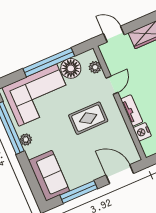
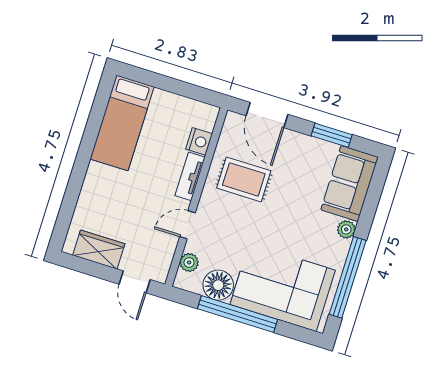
rug: (88, 118) -> (244, 179), moved
plant: (26, 140) -> (346, 229), moved
window: (79, 192) -> (332, 135), width x0.69

